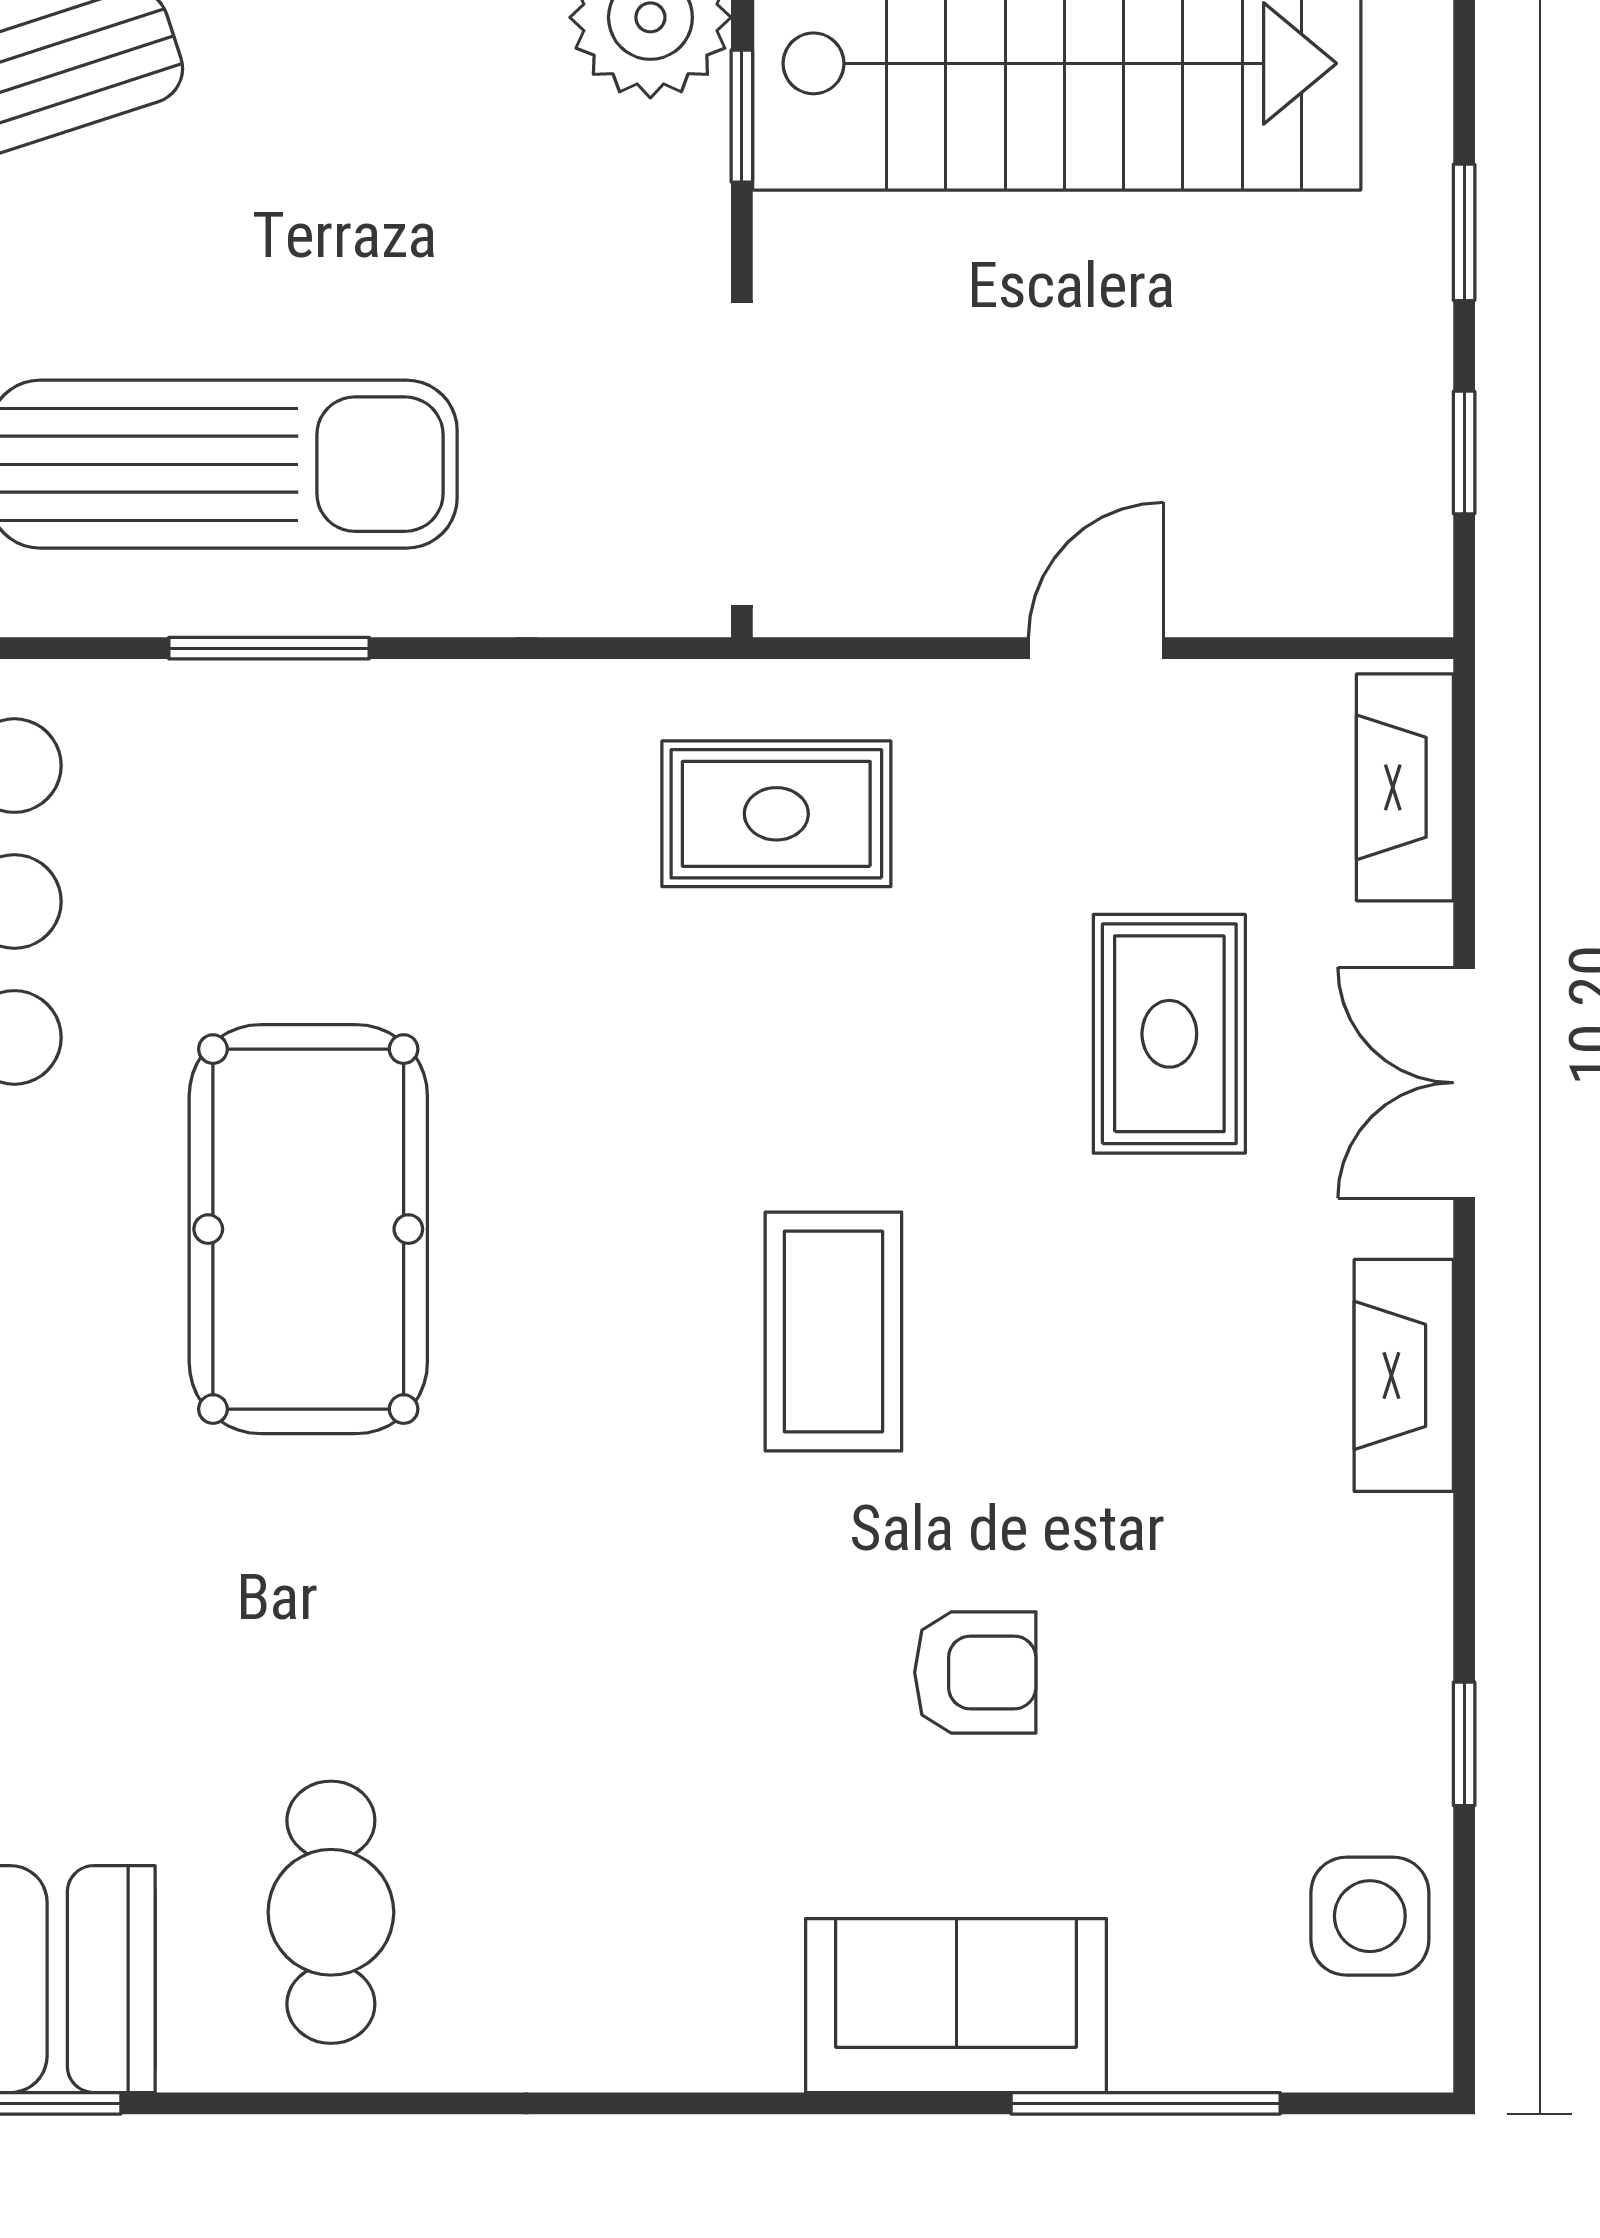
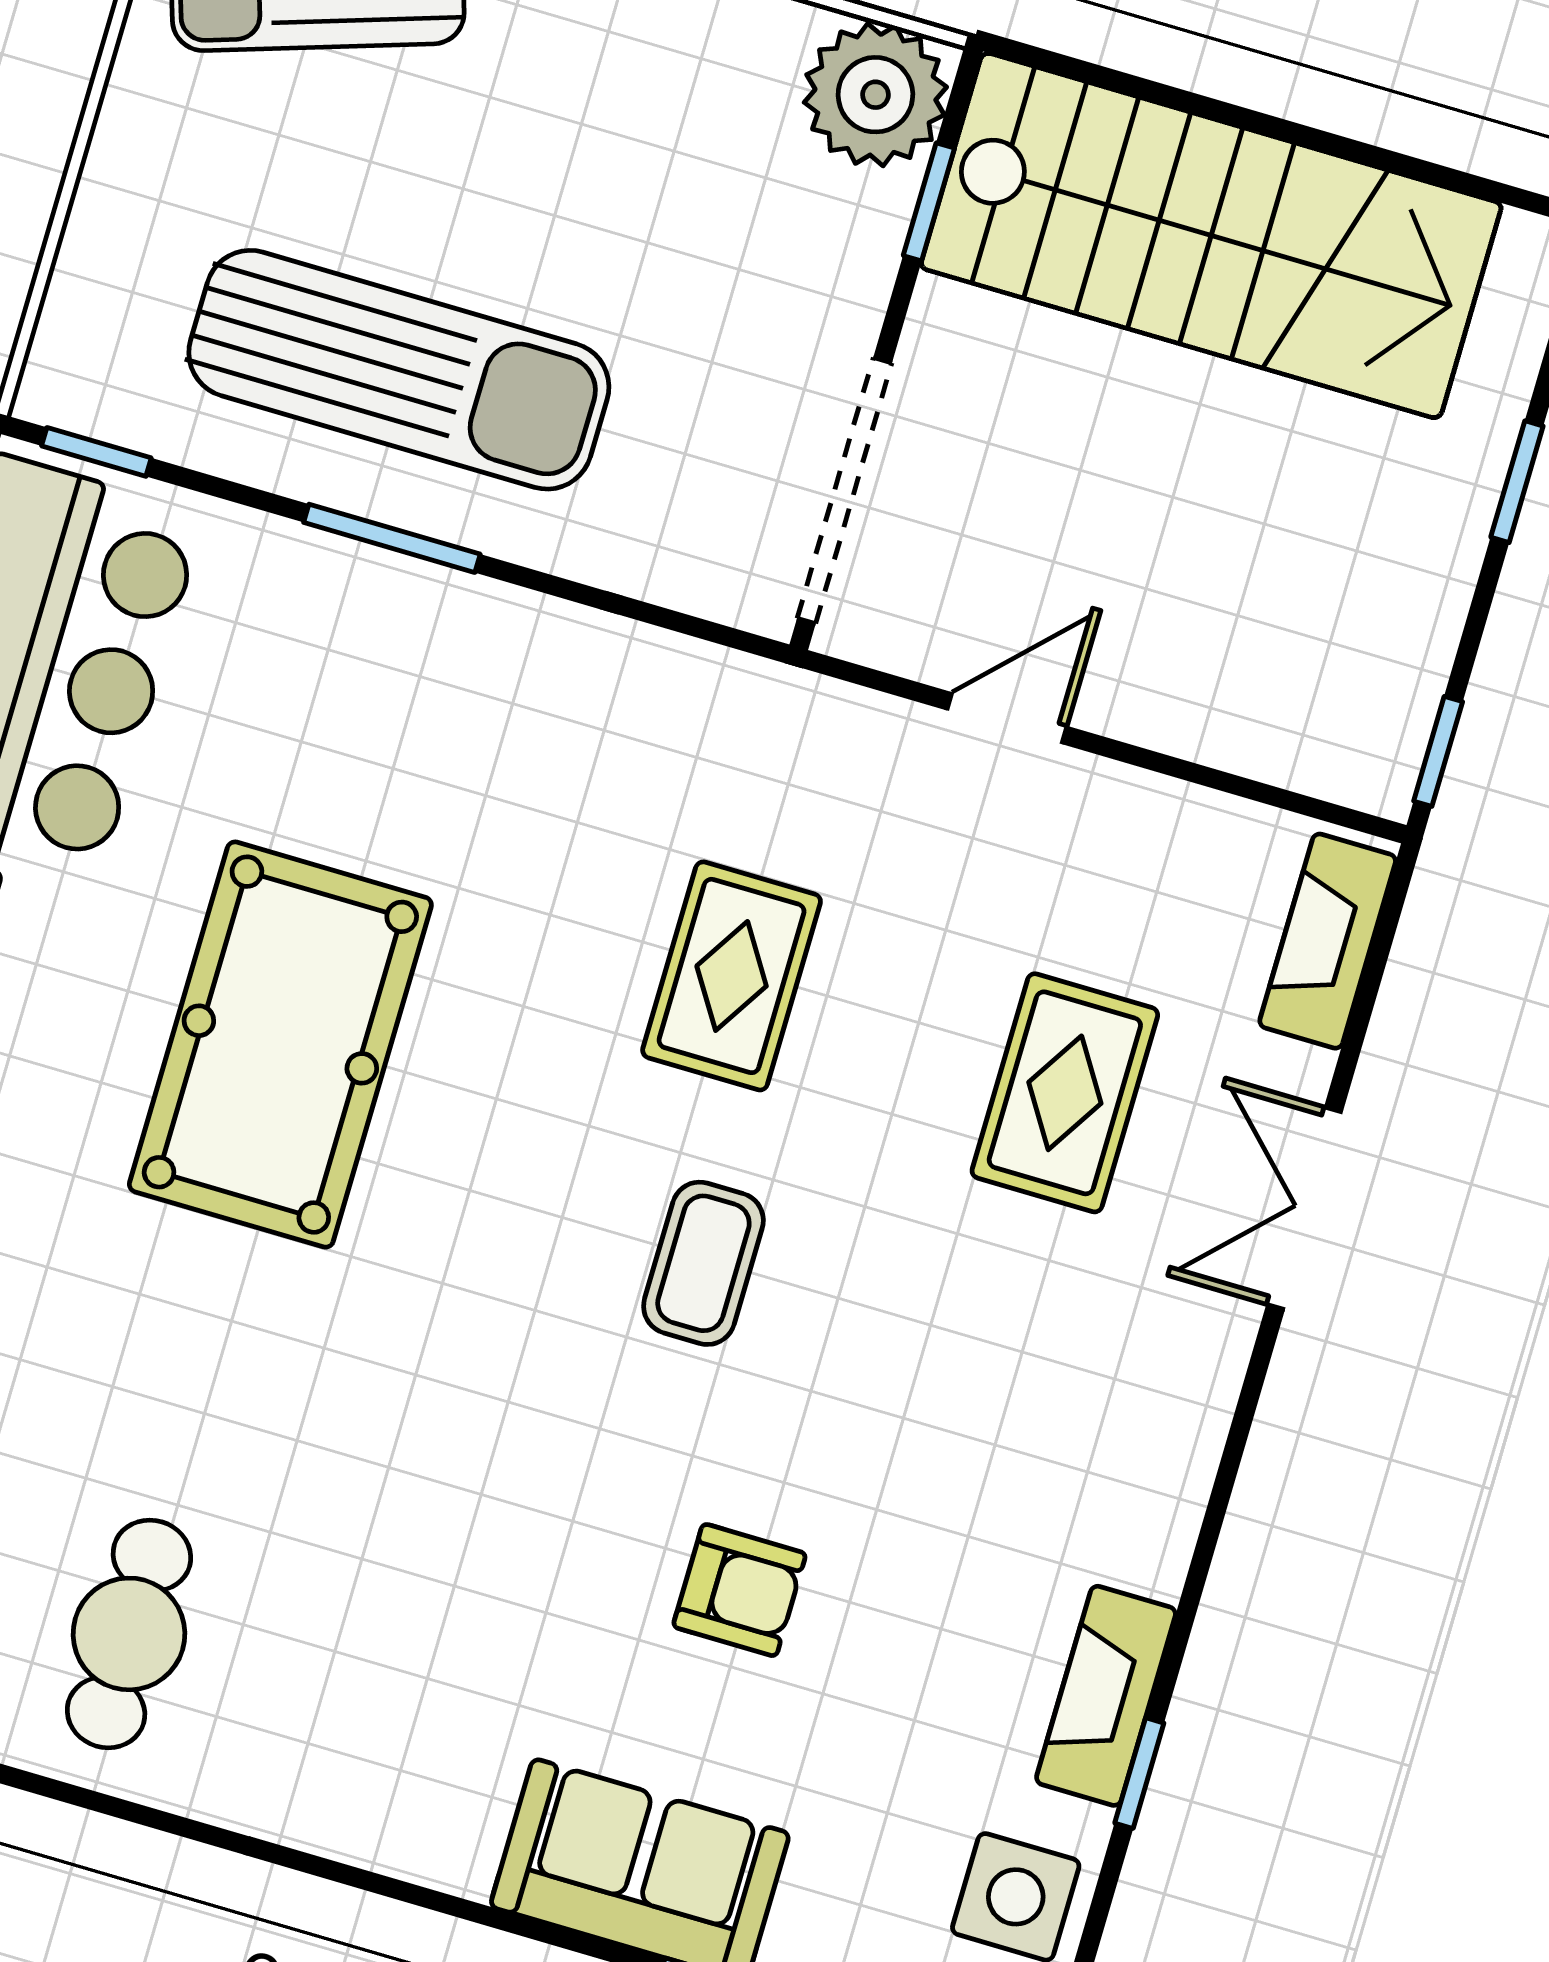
window: (1464, 453) -> (1438, 751), moved
door: (1096, 648) -> (1007, 718), moved
rug: (776, 814) -> (732, 976), moved, turned 90
coffee table: (833, 1332) -> (703, 1263), width x0.73, depth x0.77
fireplace: (1404, 1375) -> (1106, 1696), moved

